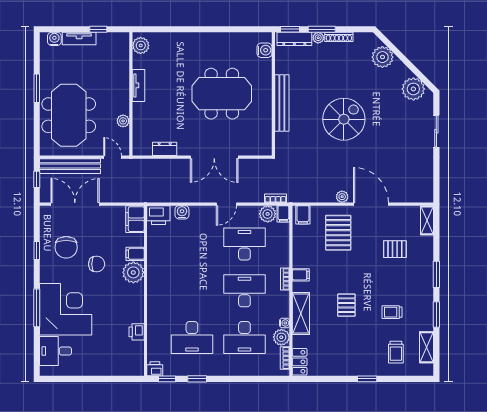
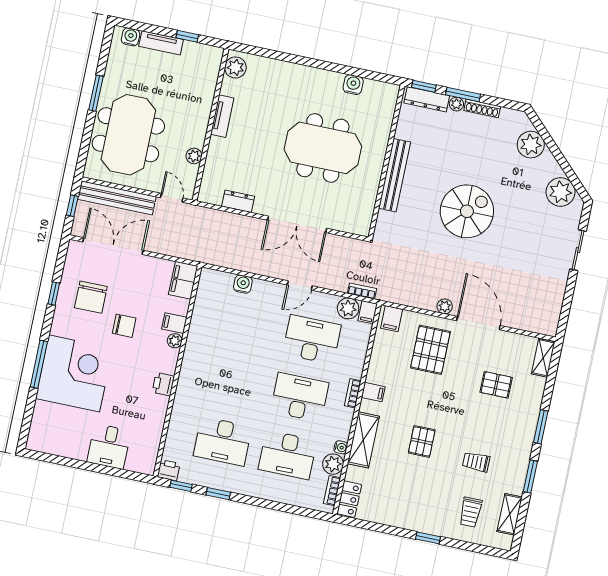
water cooler: (264, 50) -> (353, 85), moved, turned -90
printer: (158, 215) -> (213, 281), removed
plant: (133, 272) -> (175, 341), width x0.53, depth x0.53
printer: (137, 332) -> (163, 384), moved
desk: (56, 351) -> (109, 446), moved, turned -90

